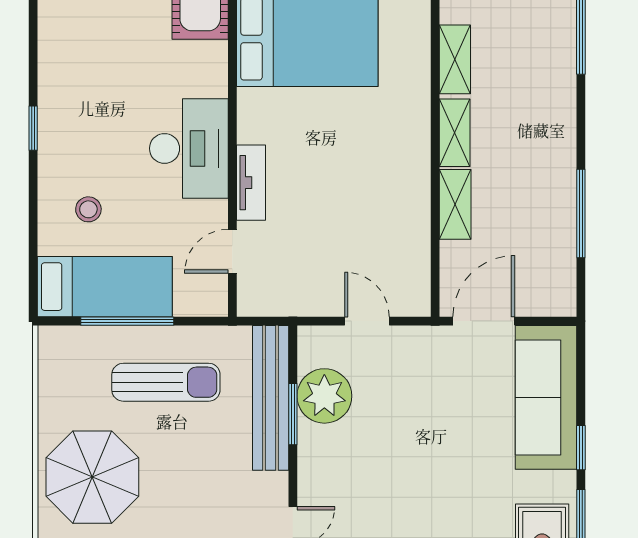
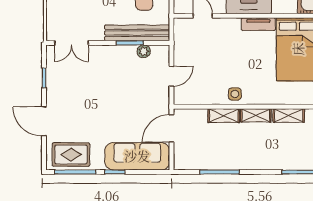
side table: (407, 180) -> (235, 94), added
tv unit: (251, 183) -> (258, 24), moved
door: (484, 321) -> (171, 128), swing flipped
plant: (324, 396) -> (144, 51), width x0.53, depth x0.53

